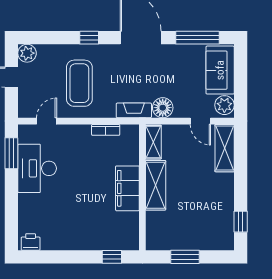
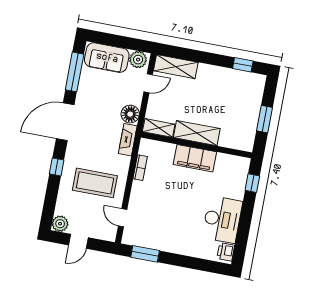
desk: (37, 168) -> (222, 220), moved, turned -90

